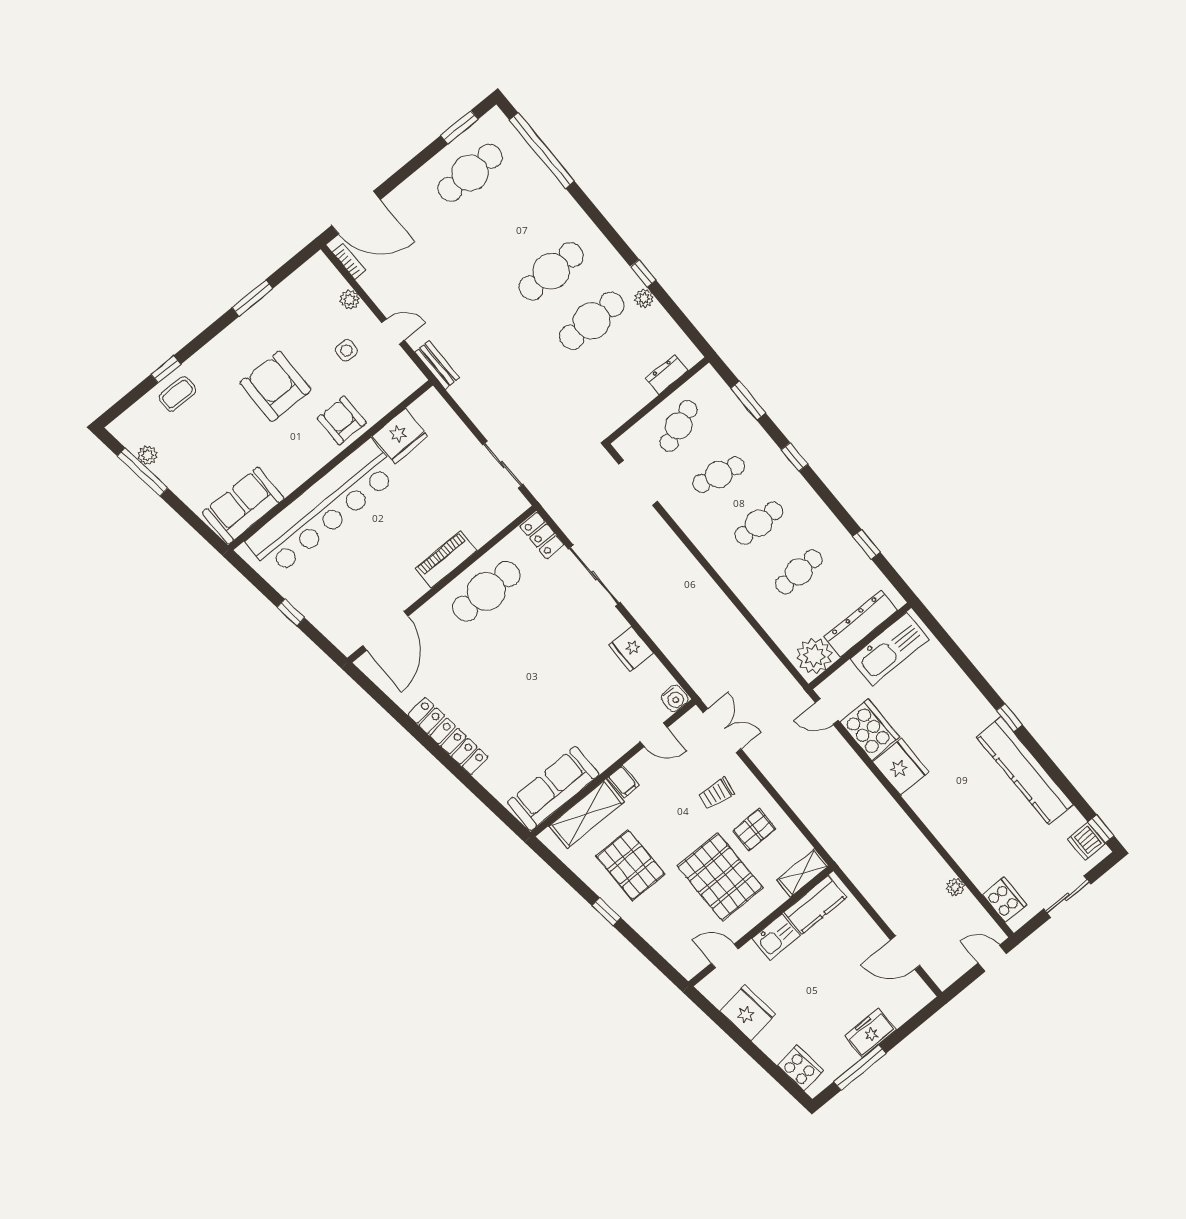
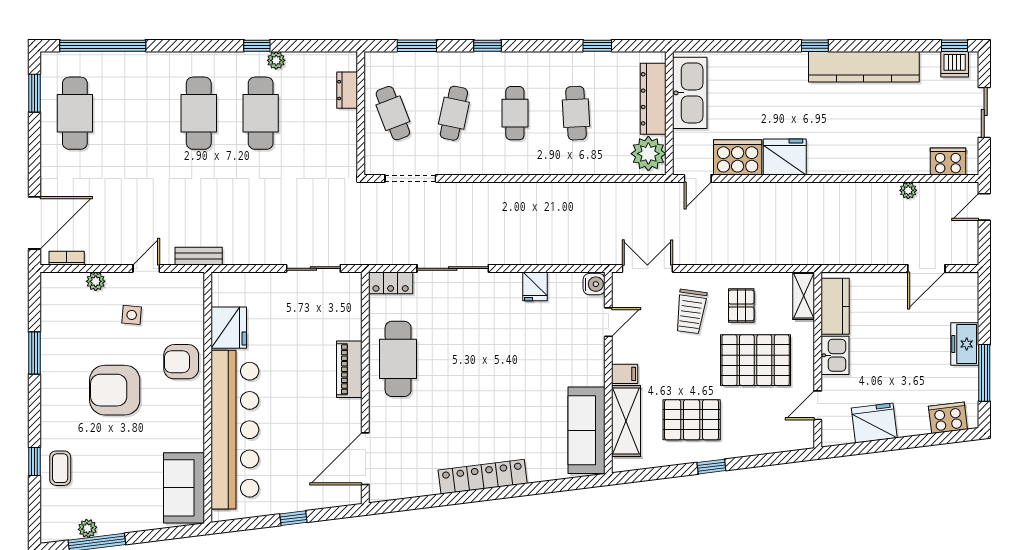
door: (385, 631) -> (365, 459), swing flipped
fridge: (631, 649) -> (535, 286), width x0.72
trolley: (716, 793) -> (691, 312), width x1.36, depth x1.39

